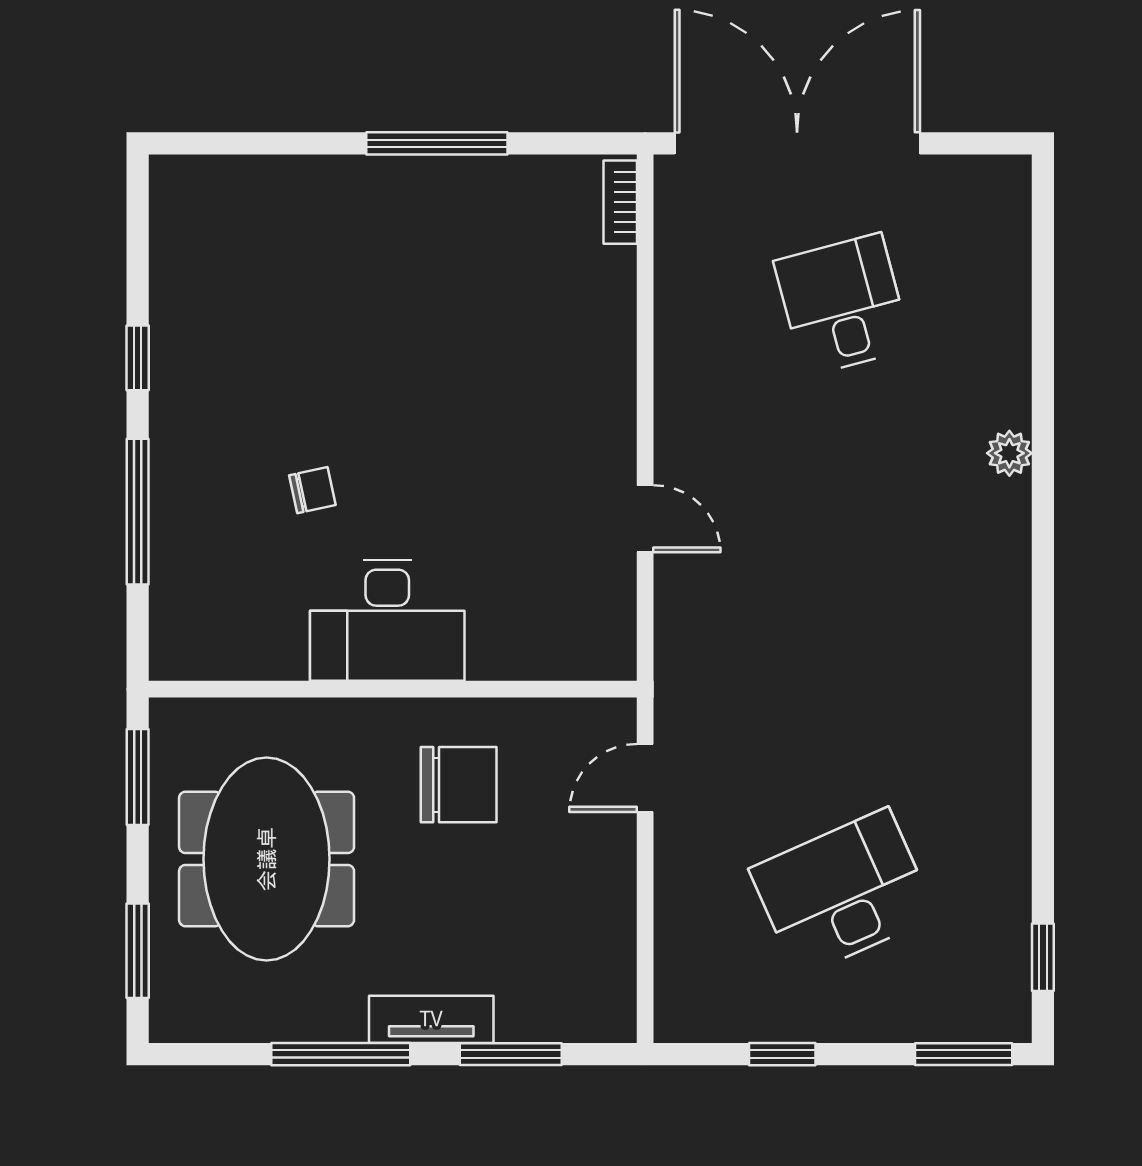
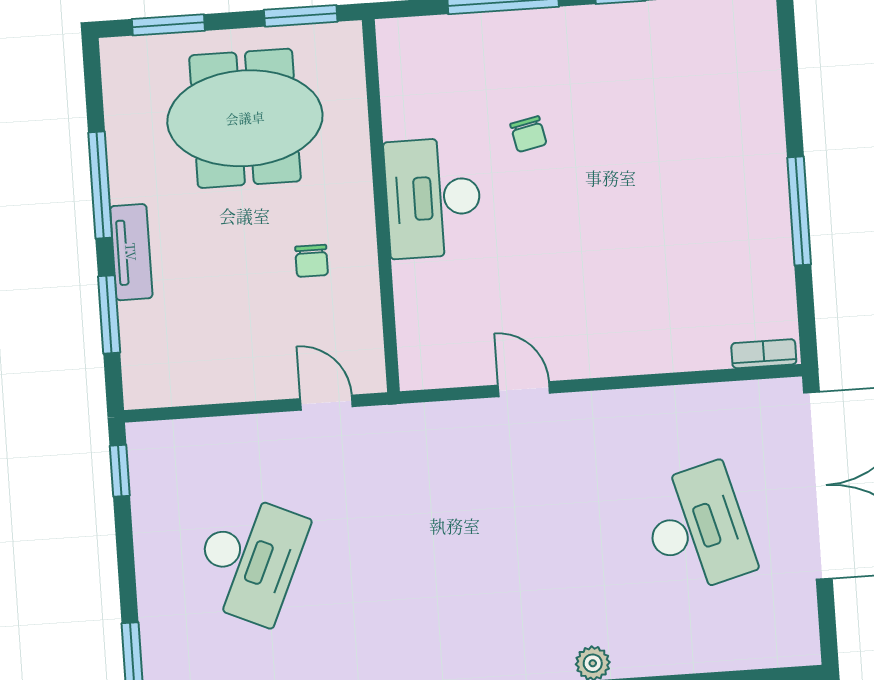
desk: (843, 305) -> (697, 529), width x1.37
door: (645, 519) -> (524, 389), swing flipped
chair: (459, 785) -> (312, 261), width x0.54, depth x0.54
desk: (843, 893) -> (249, 559), turned 48
window: (782, 1054) -> (120, 471), moved

